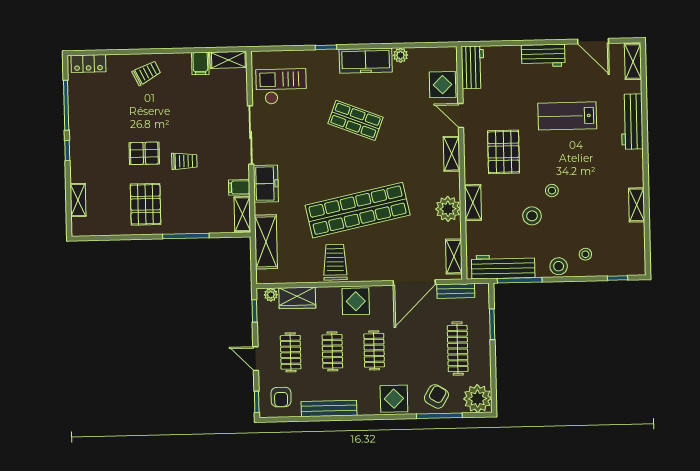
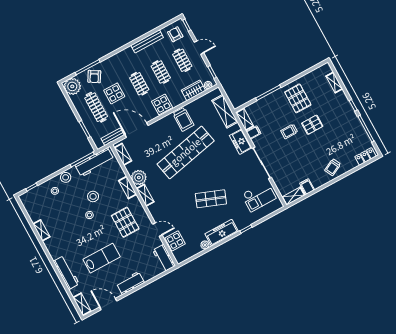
shelving: (452, 154) -> (145, 195), moved
door: (414, 283) -> (137, 130), hinge flipped
display table: (394, 399) -> (114, 93), moved

